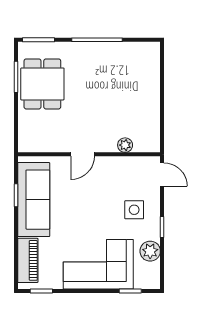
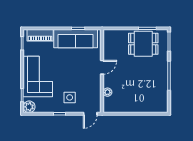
door: (83, 154) -> (102, 67), swing flipped
plant: (150, 251) -> (29, 107), moved

